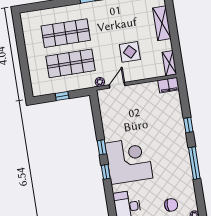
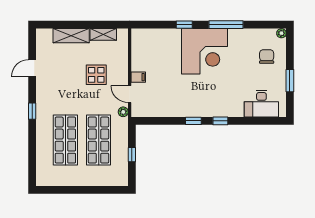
shelving: (169, 63) -> (103, 34), moved
filing cabinet: (168, 85) -> (138, 77), moved, width x0.50
corner desk: (129, 161) -> (204, 51), moved, turned 180

